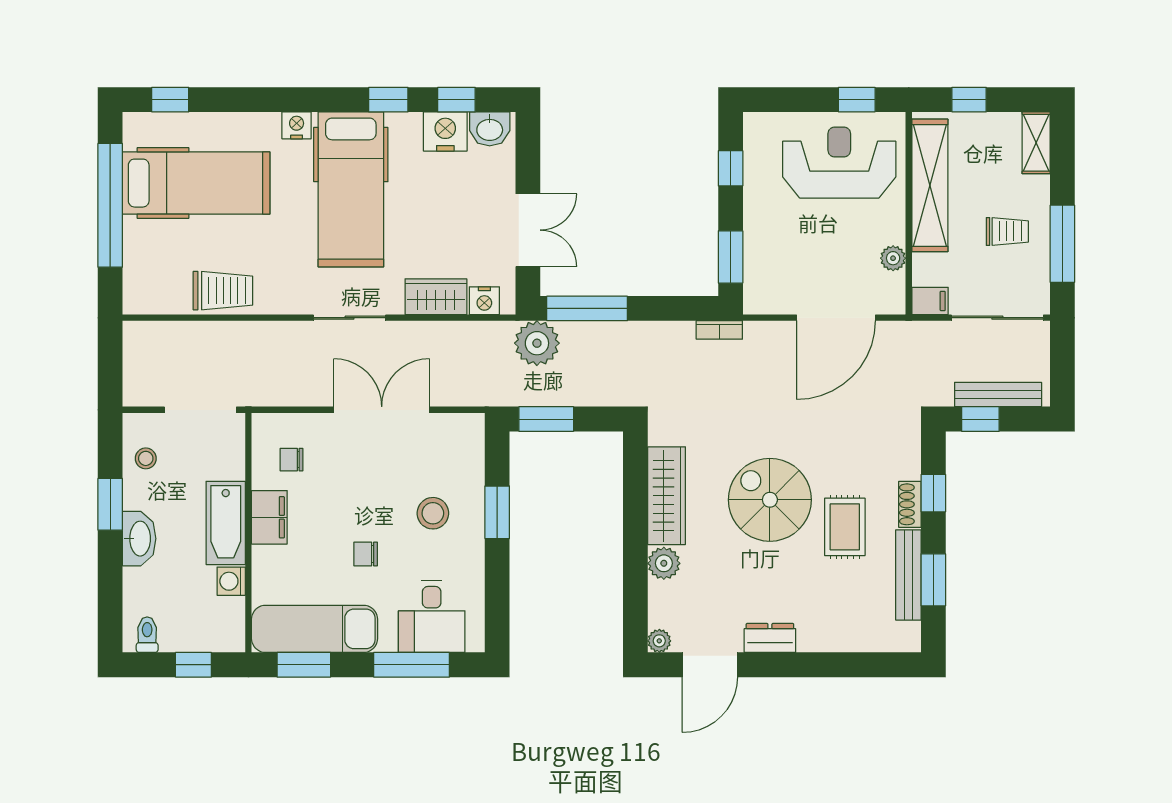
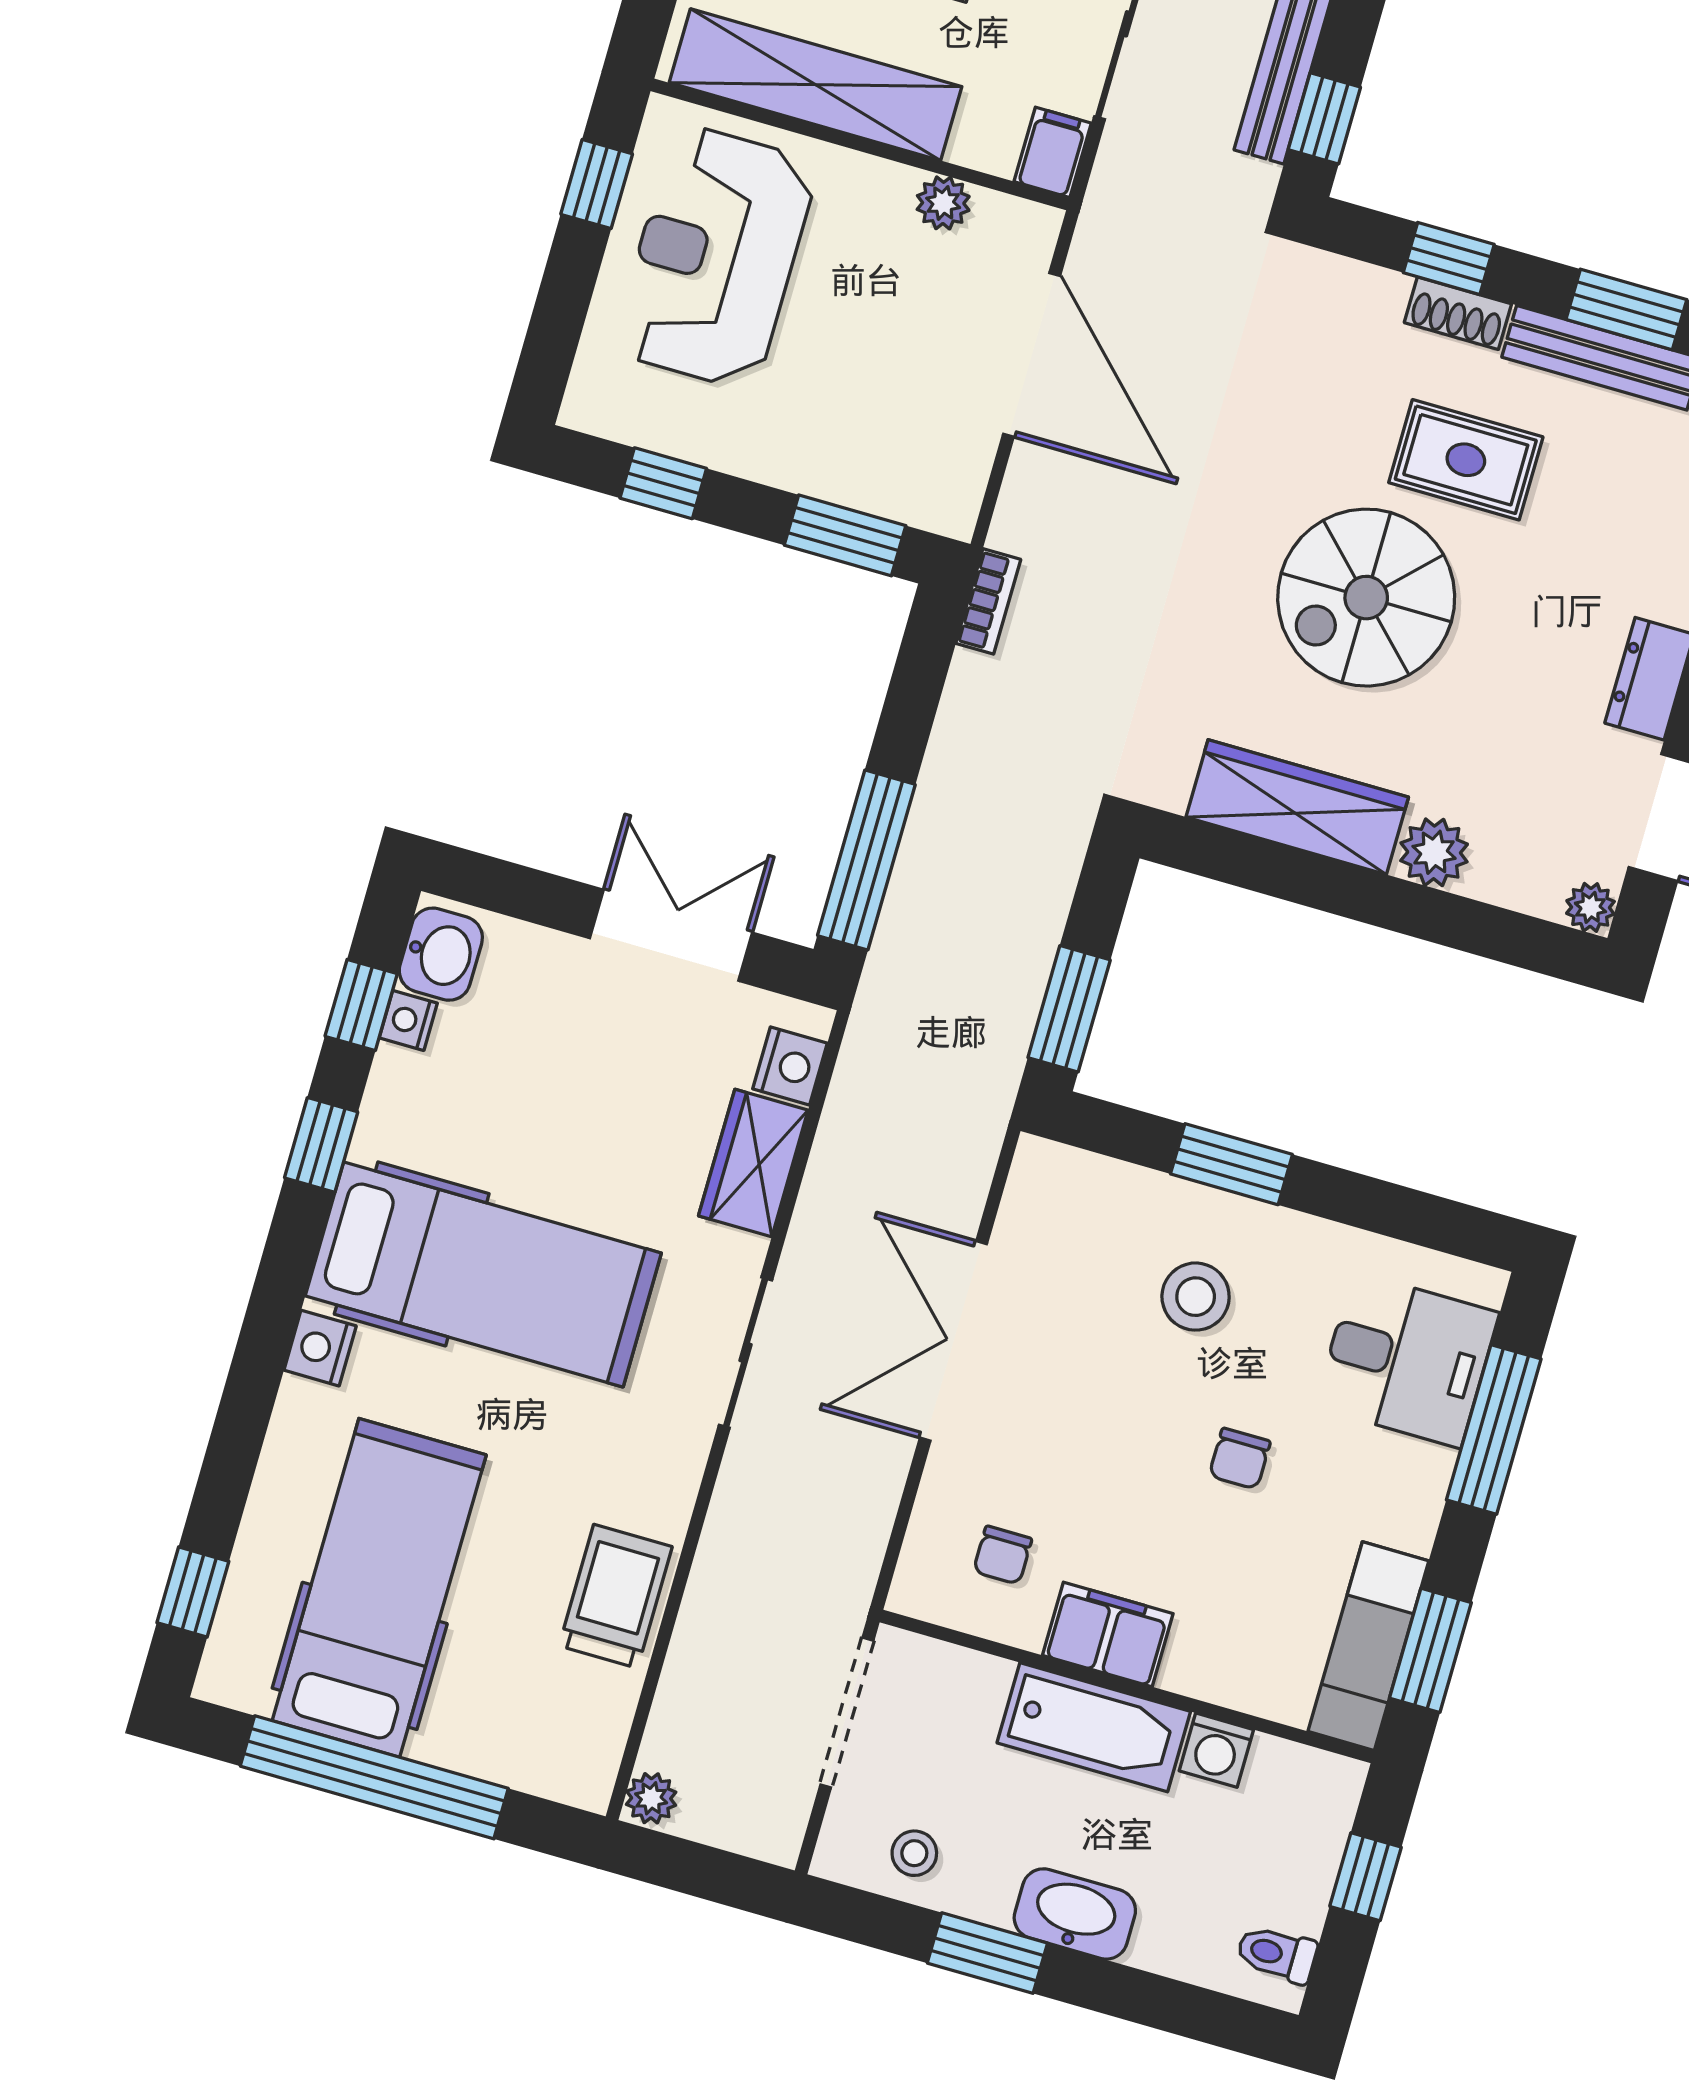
nightstand: (445, 131) -> (408, 1021), width x0.53, depth x0.56
plant: (537, 343) -> (651, 1798), moved, width x0.53, depth x0.53
exam couch: (315, 629) -> (1368, 1646), width x0.73, depth x0.69

